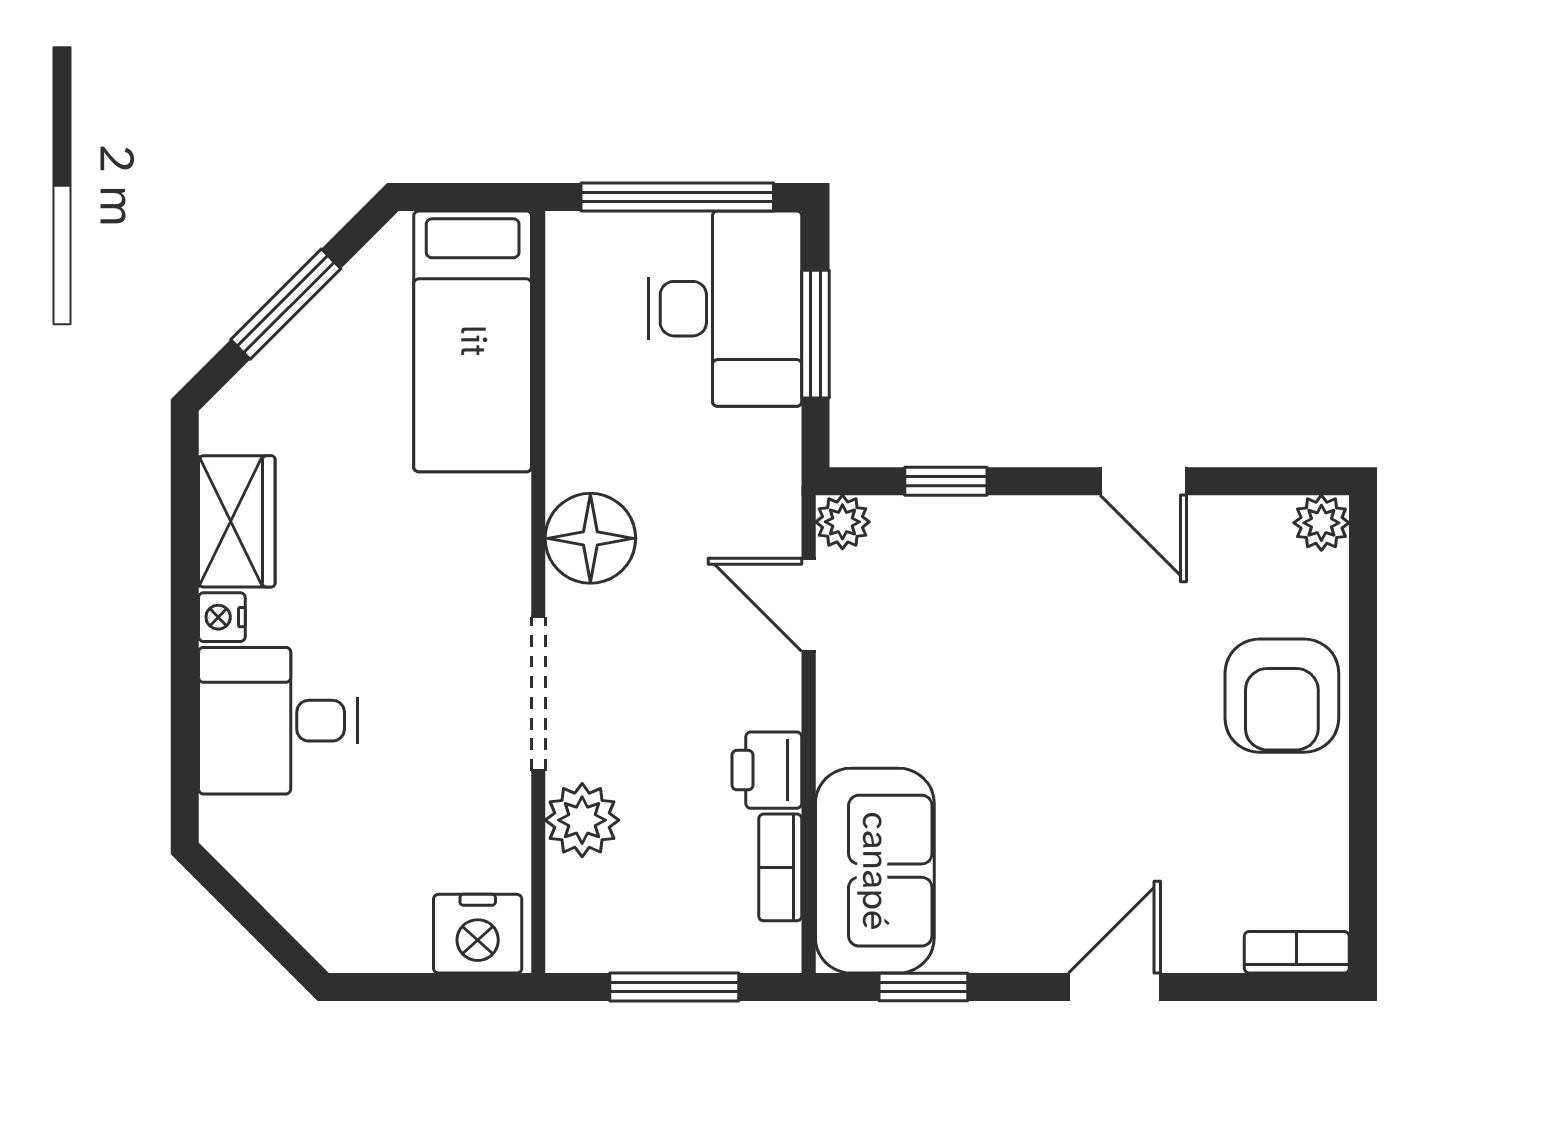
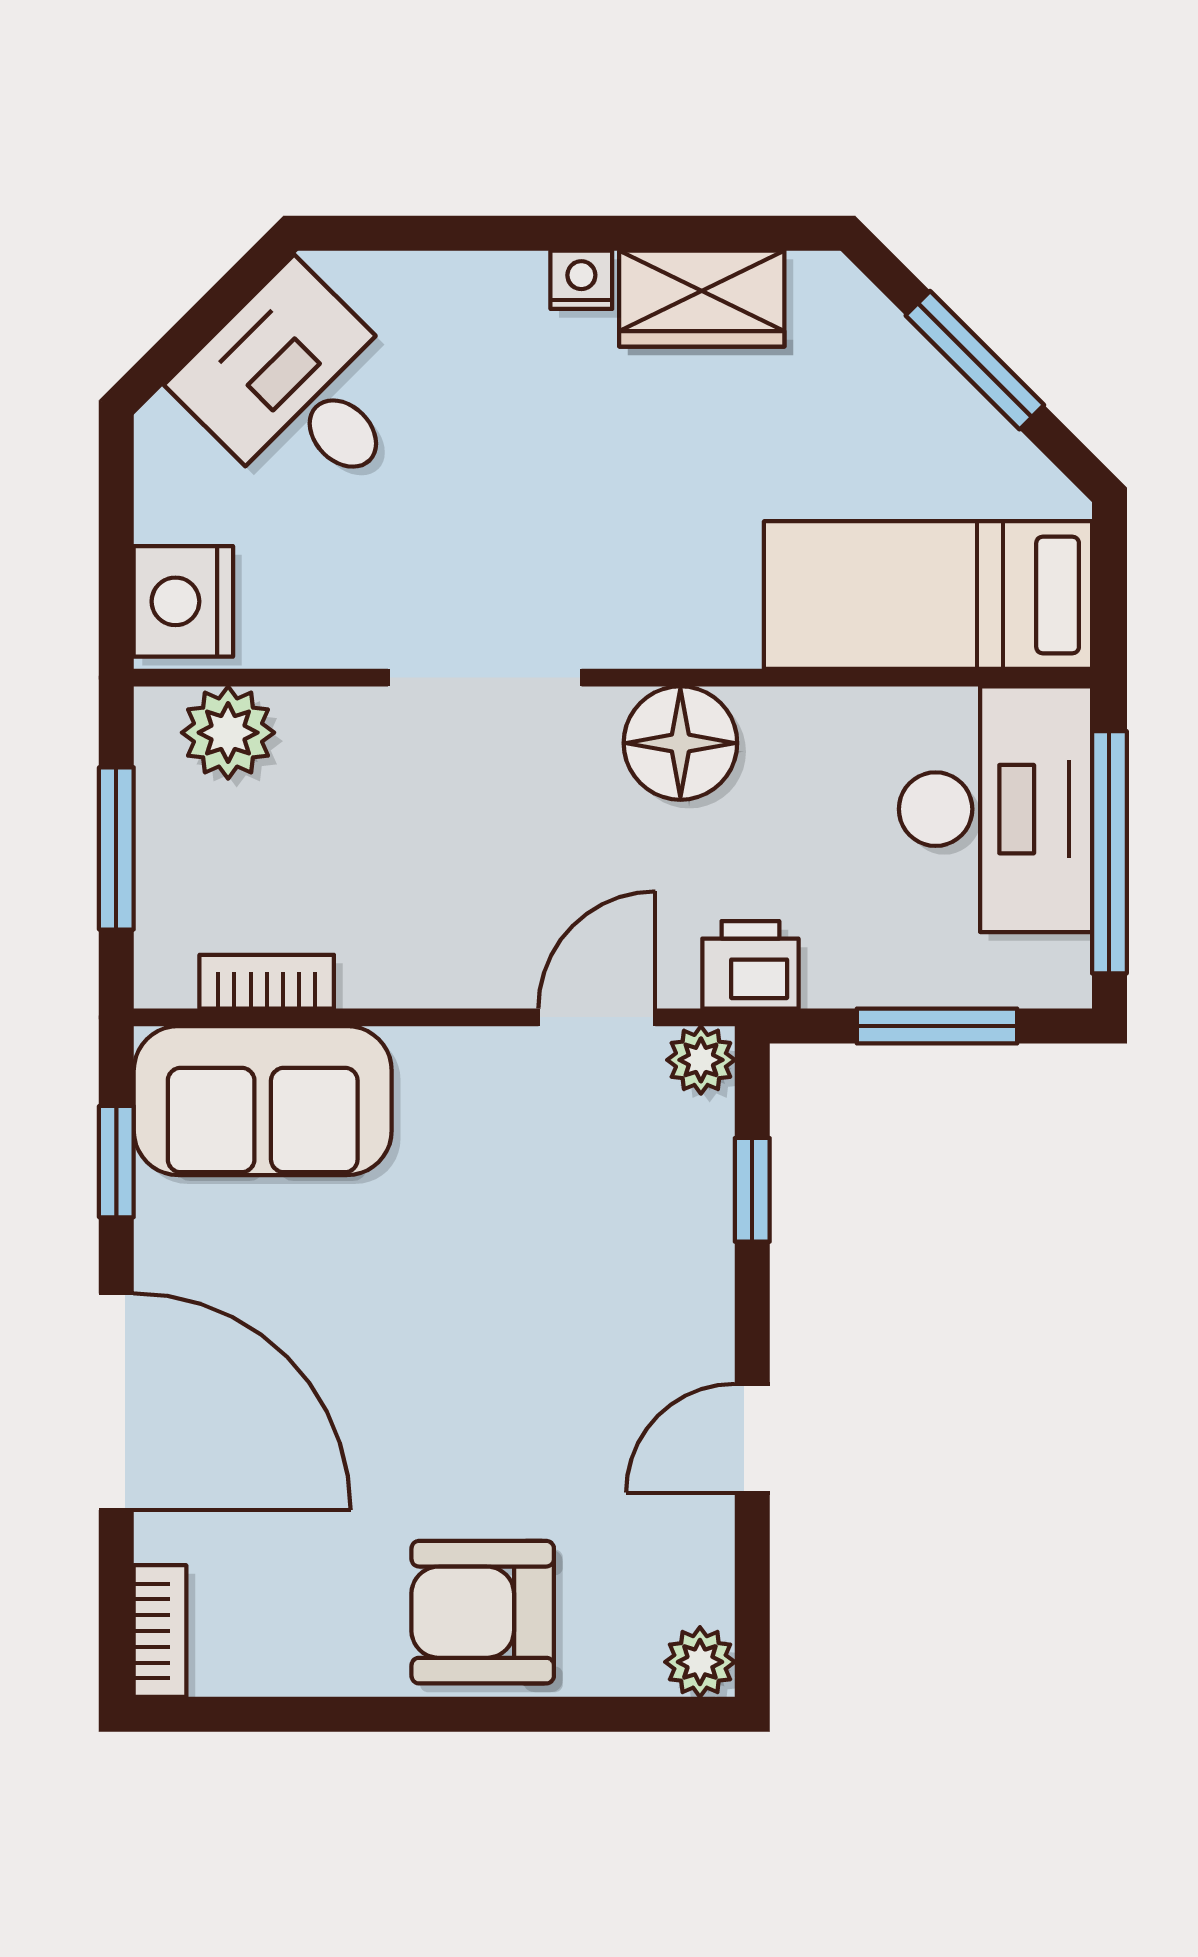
desk: (725, 309) -> (995, 809), moved, turned -90
desk: (278, 721) -> (299, 390), moved, turned -45
printer: (767, 770) -> (750, 965), moved
plant: (582, 820) -> (228, 733), moved
door: (1114, 987) -> (116, 1402), width x1.87

